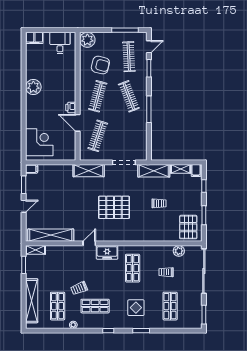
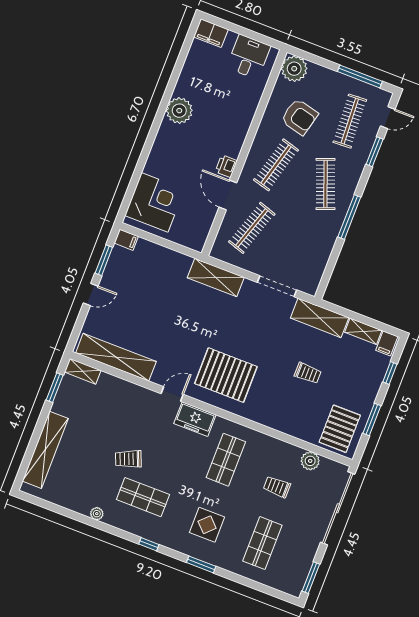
pallet: (114, 207) -> (226, 375), moved
shop shelf: (58, 306) -> (83, 474), removed

